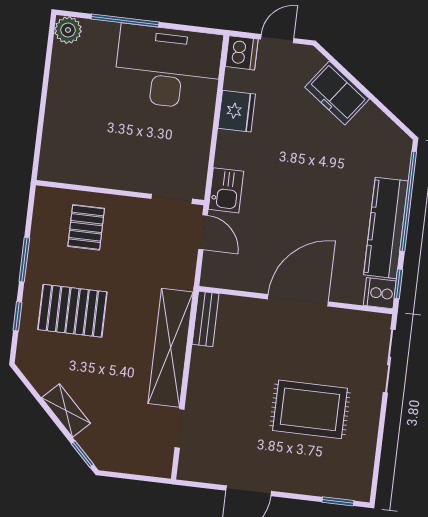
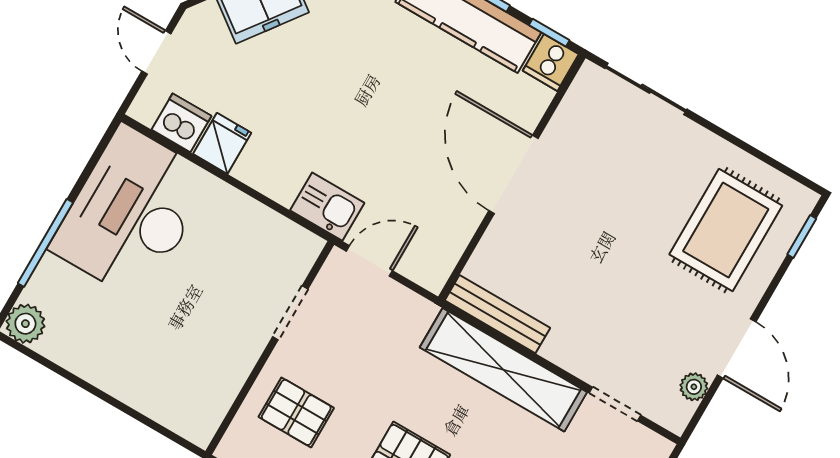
dishwasher: (242, 53) -> (181, 123), moved
fridge: (237, 111) -> (222, 143), width x0.72
doorway: (172, 199) -> (290, 313), moved
bench: (206, 319) -> (497, 314), width x1.36
rug: (310, 409) -> (726, 230), moved
plant: (212, 474) -> (694, 387), added

